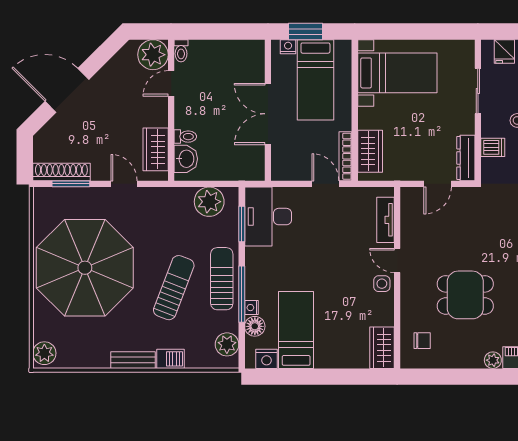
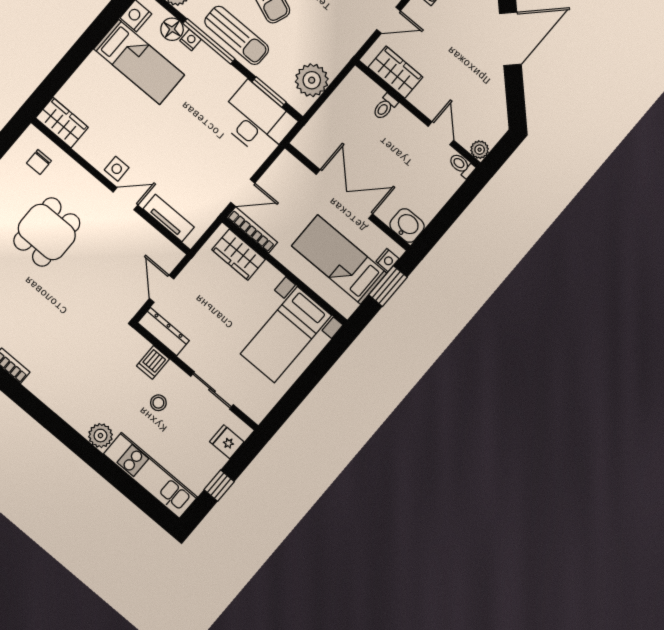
plant: (153, 55) -> (480, 150), width x0.53, depth x0.53
washbasin: (186, 159) -> (407, 225), moved, turned 180

